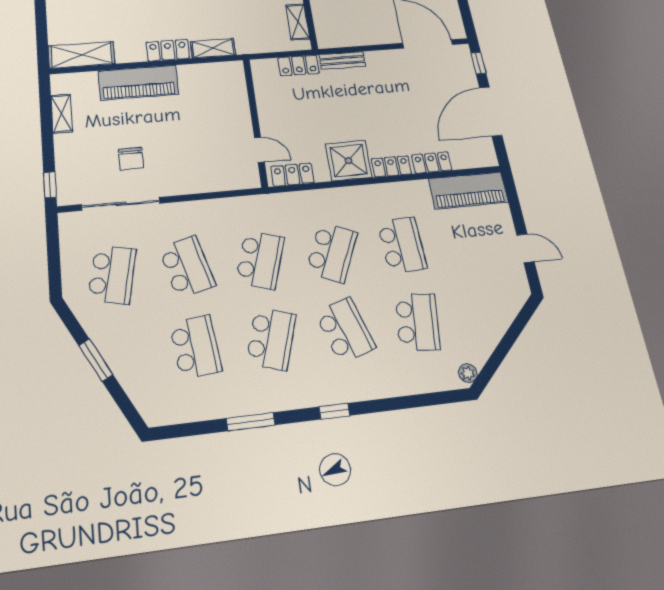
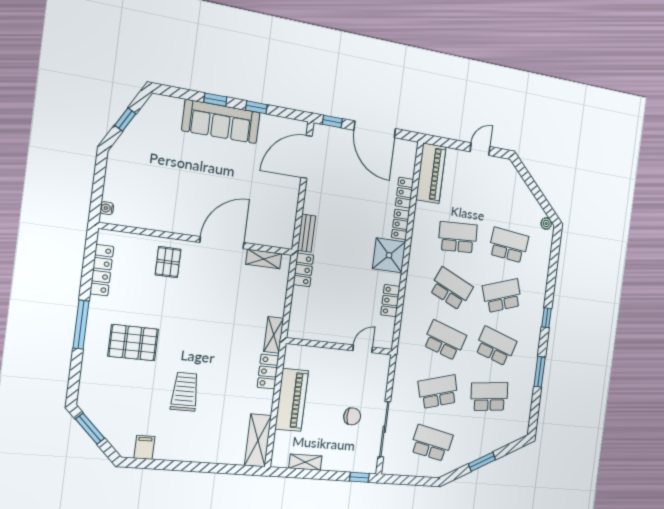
wall: (255, 122) -> (340, 346), moved
door: (259, 150) -> (363, 349), moved

